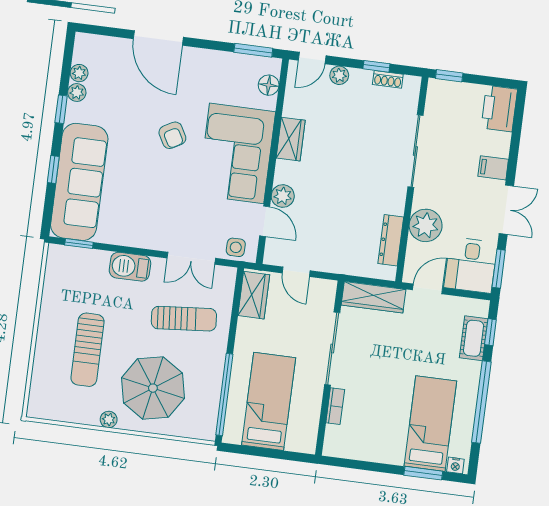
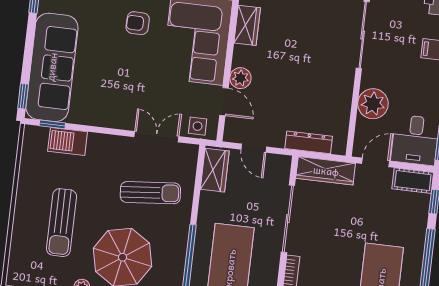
armchair: (172, 135) -> (138, 23), turned 120
window: (53, 169) -> (23, 96), moved
dresser: (391, 240) -> (309, 142), moved, turned 90
double door: (191, 258) -> (156, 137), swing flipped
barbecue: (130, 267) -> (68, 141), moved
cot: (474, 338) -> (413, 181), moved, turned 90

